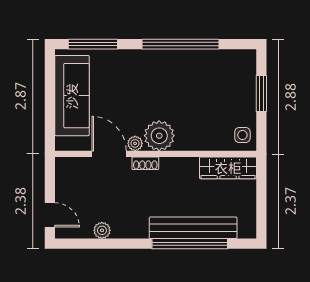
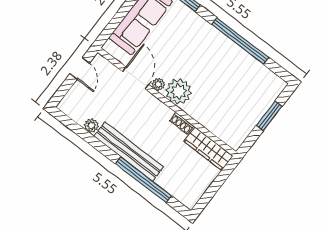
side table: (242, 135) -> (235, 134), removed
shoe rack: (145, 163) -> (182, 123), moved
door: (50, 215) -> (80, 68), moved
bench: (193, 228) -> (129, 152), moved

